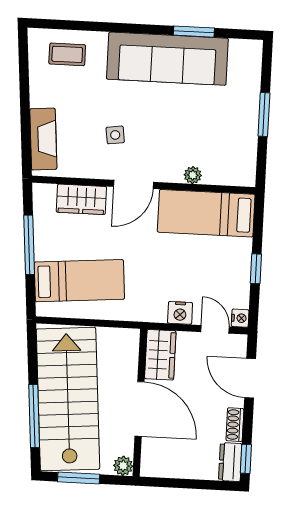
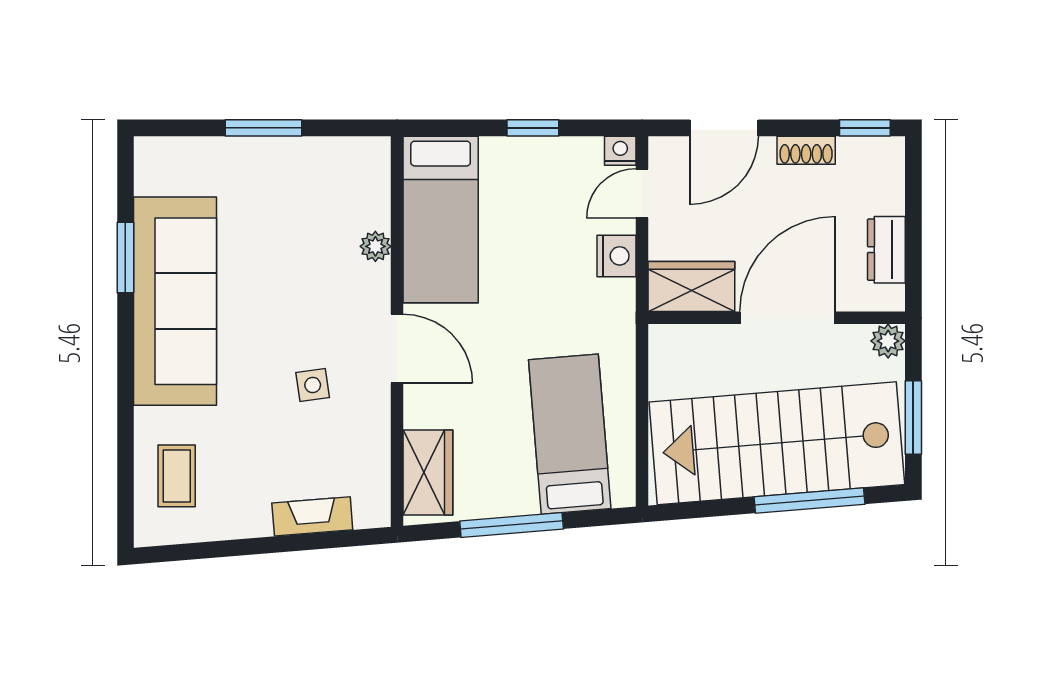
fireplace: (43, 139) -> (312, 516), width x0.73, depth x0.76
wardrobe: (81, 199) -> (428, 473), moved
dresser: (230, 462) -> (886, 250), moved, turned 90

